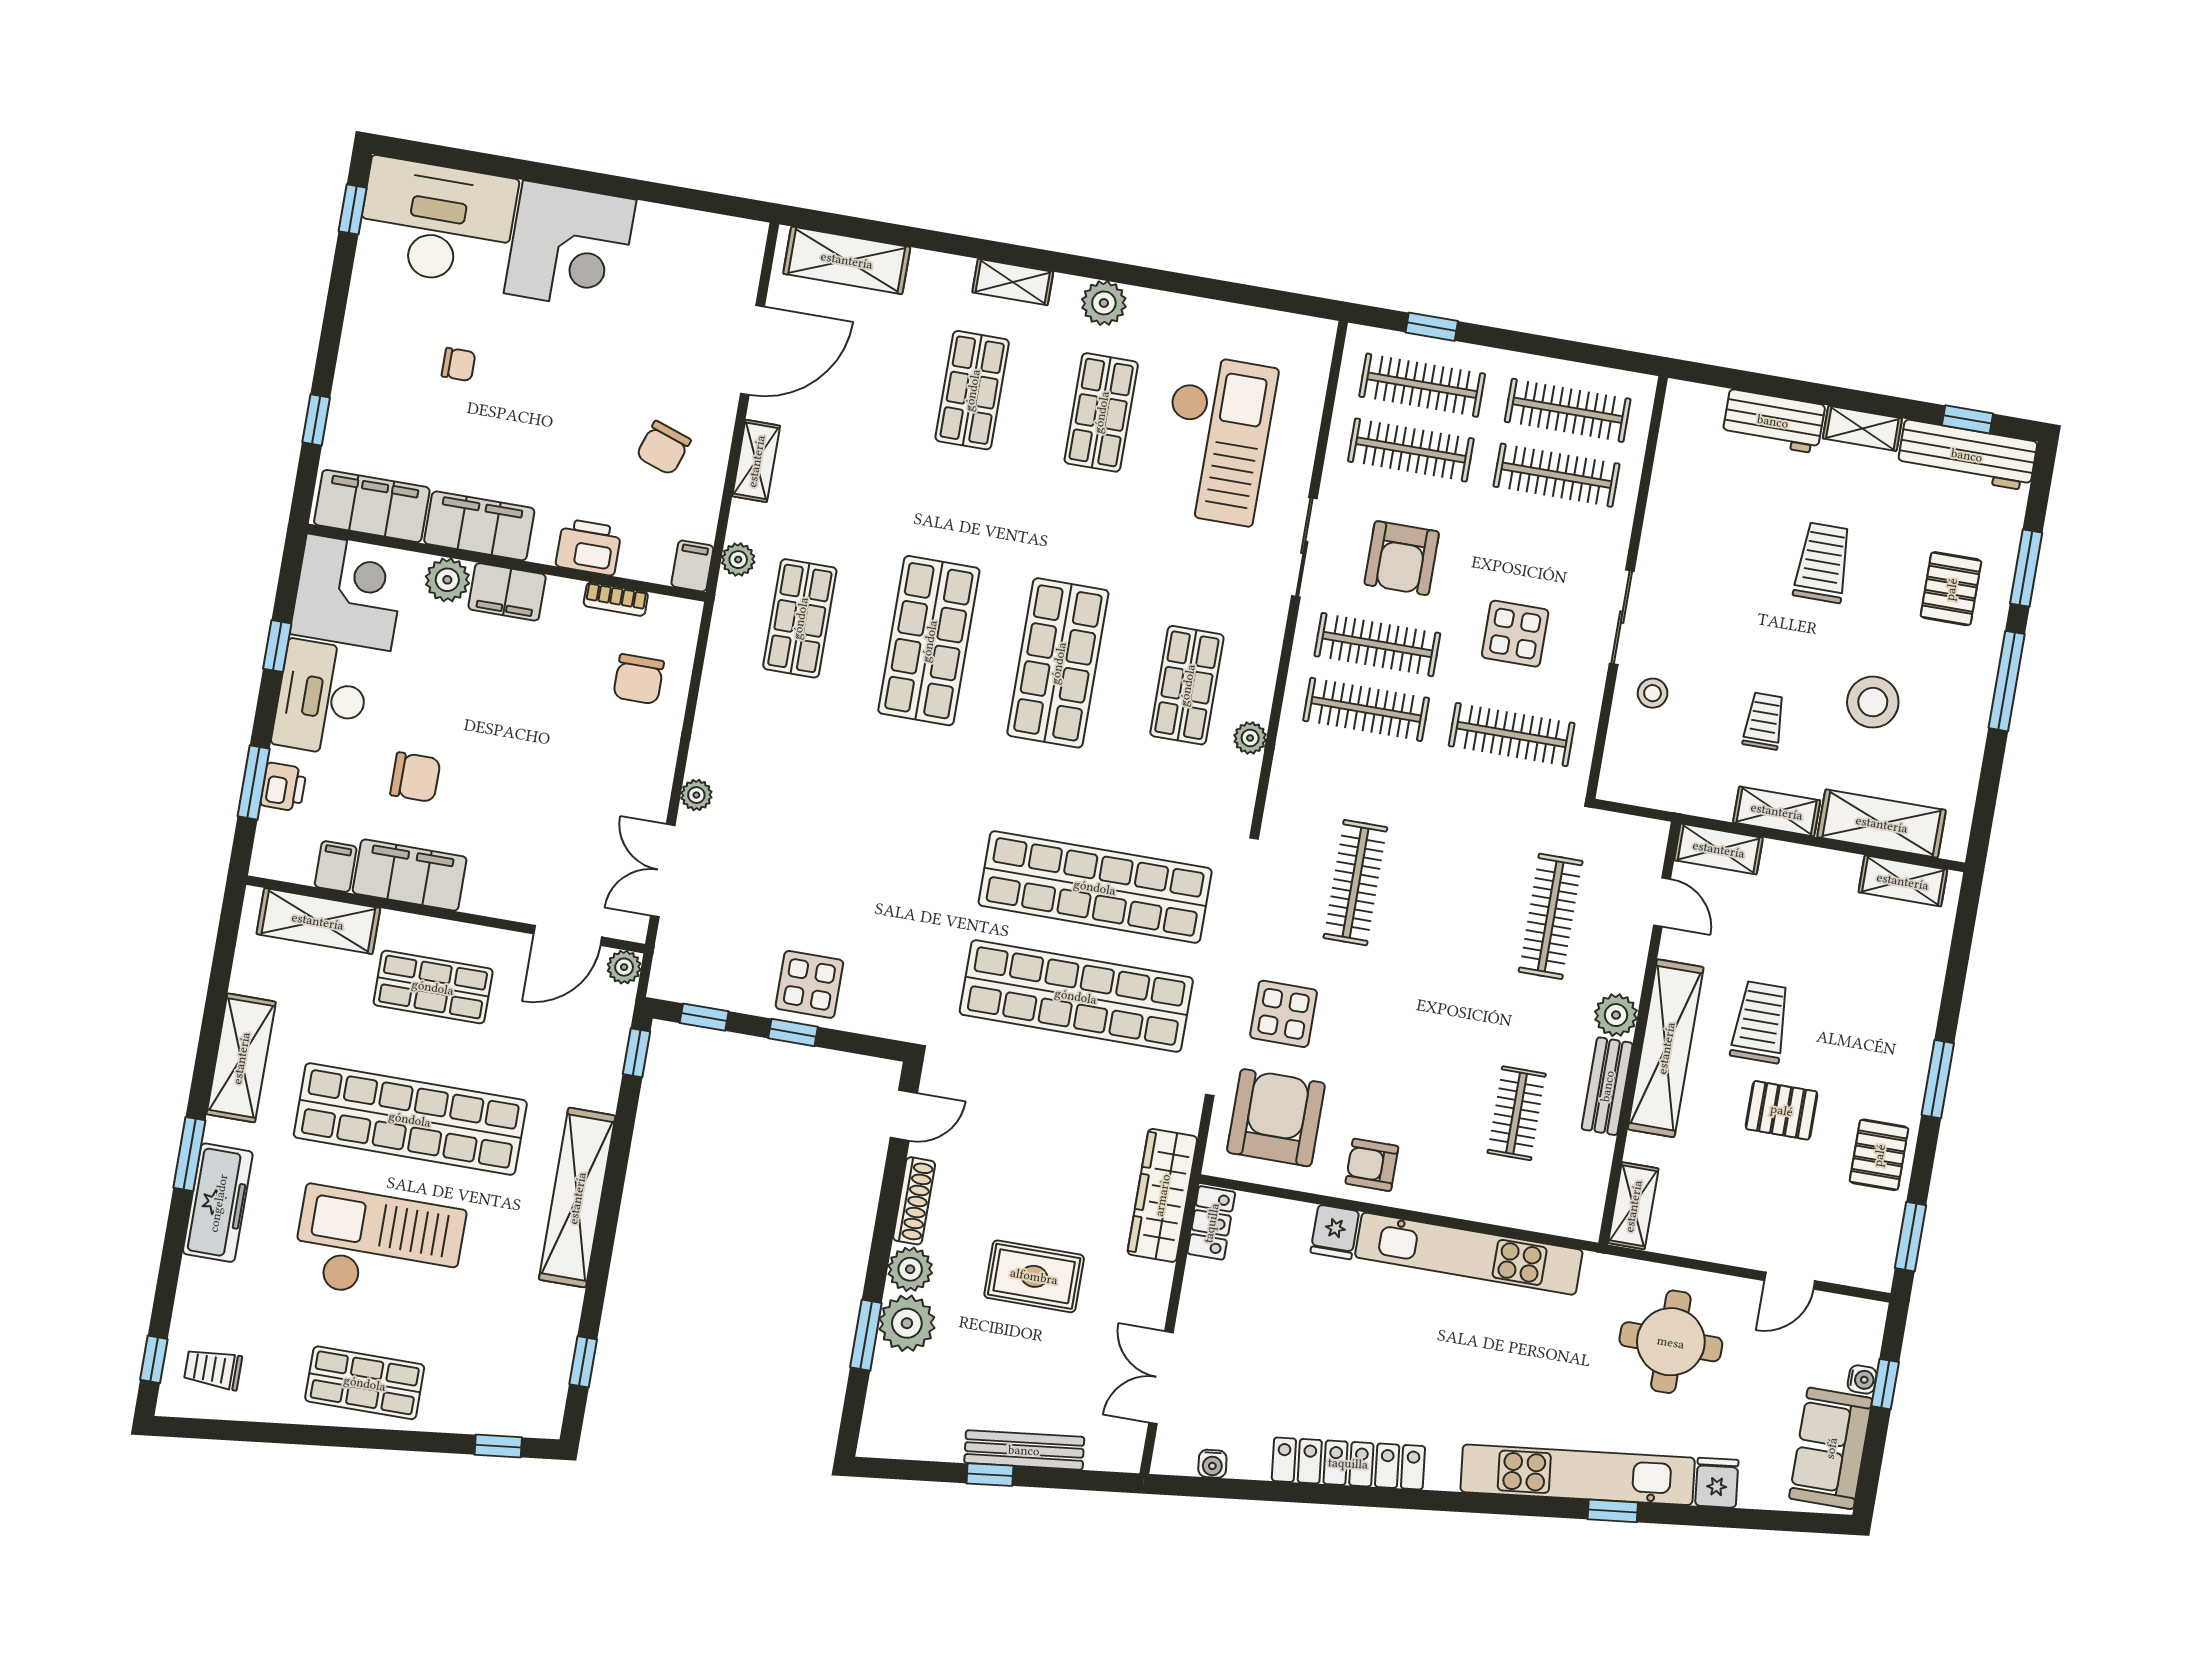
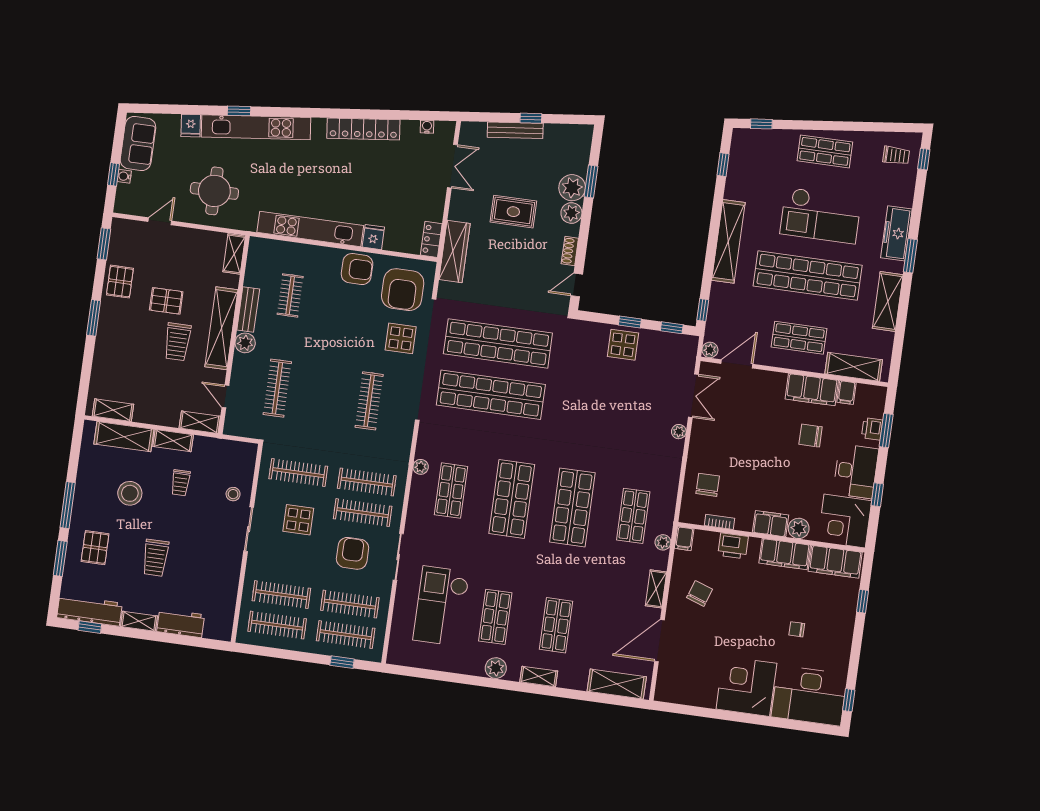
armchair: (1372, 1165) -> (357, 269), width x1.38, depth x1.38
shoe rack: (914, 1201) -> (570, 251), width x0.70

